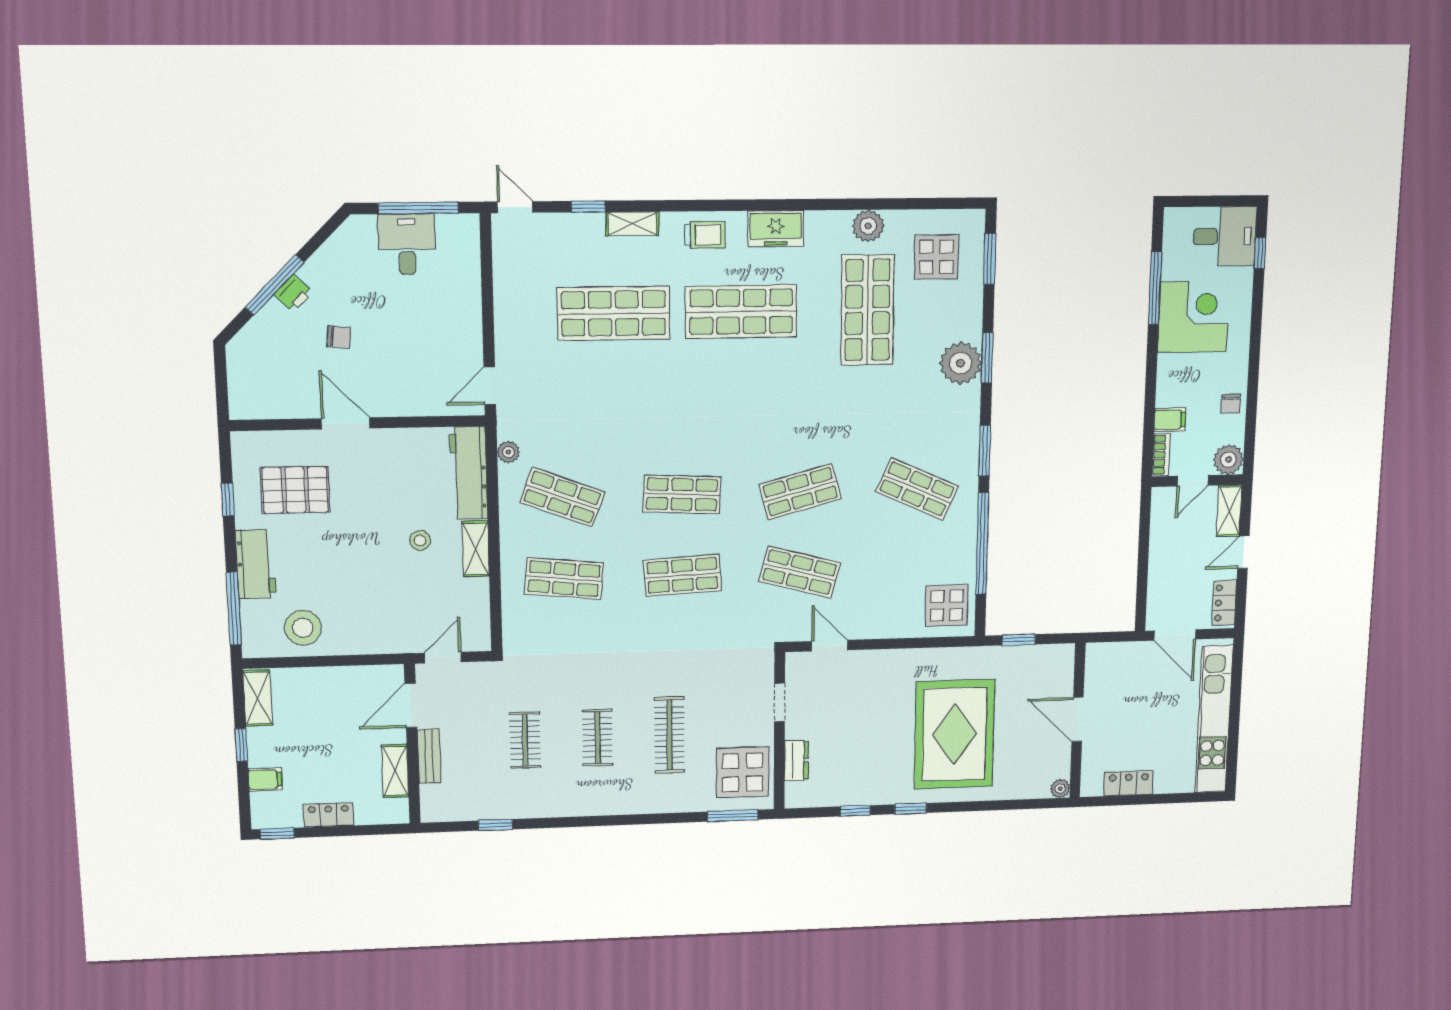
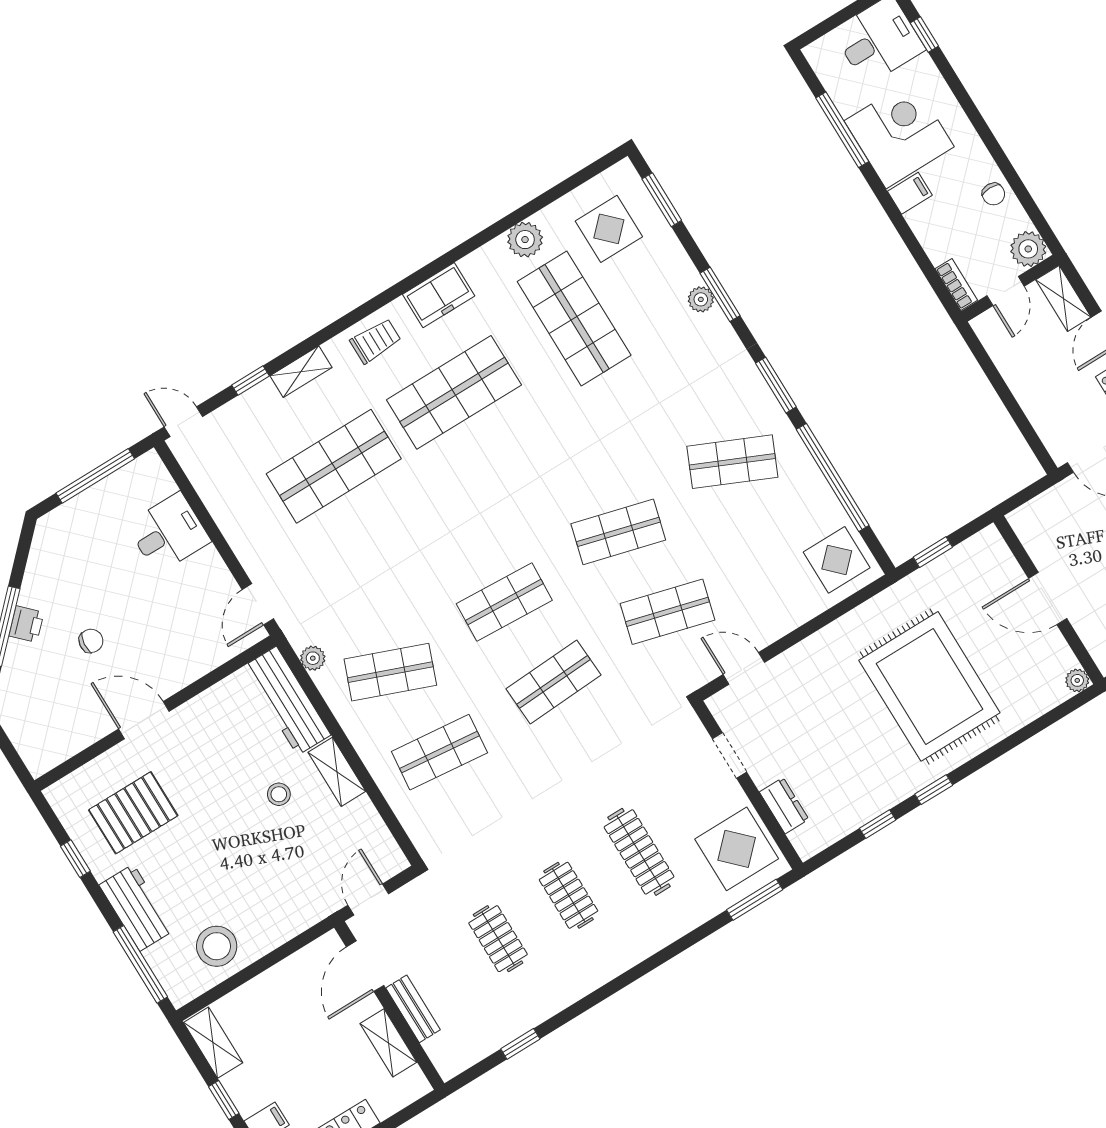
desk: (407, 244) -> (168, 533), moved, turned 90
plant: (961, 363) -> (701, 299), width x0.53, depth x0.53
filing cabinet: (1170, 420) -> (910, 193), moved
shop shelf: (800, 492) -> (618, 532), turned 30

